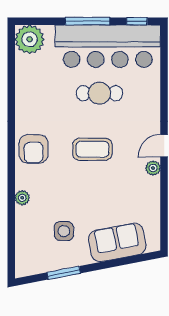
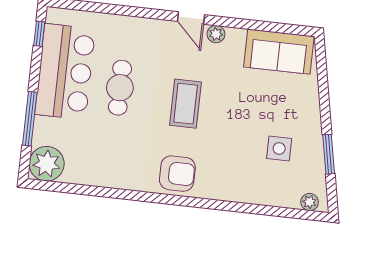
window: (88, 21) -> (30, 119), moved
bar counter: (108, 46) -> (65, 72), width x0.73
plant: (22, 198) -> (310, 202), moved
sofa: (117, 242) -> (279, 52), moved, turned -79

